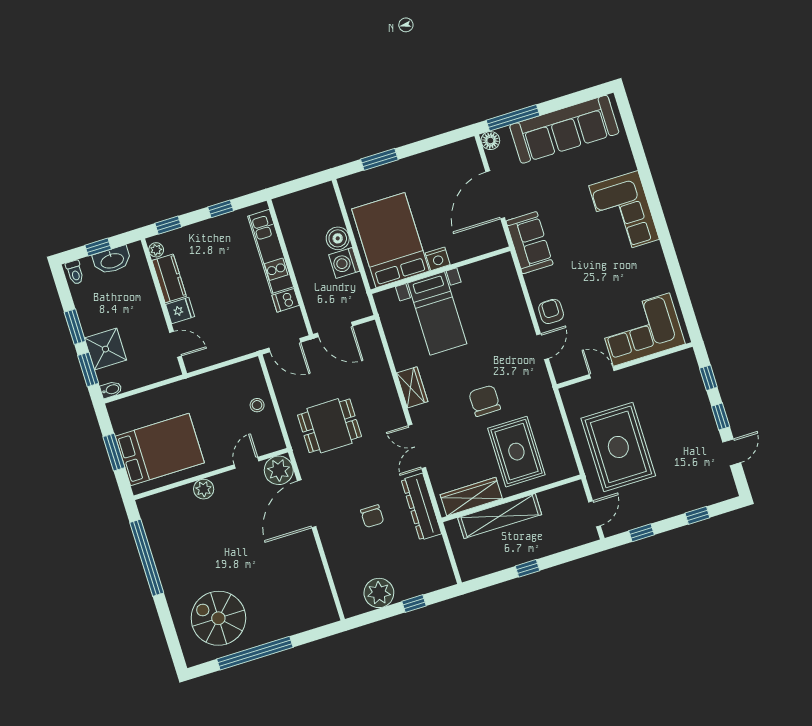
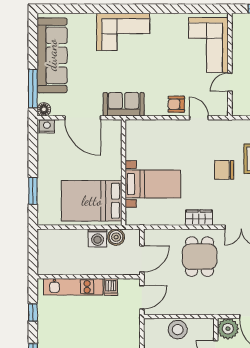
boiler: (338, 238) -> (116, 237), moved
nightstand: (438, 259) -> (47, 126), moved, turned -90
stool: (257, 405) -> (178, 330), width x1.89, depth x1.89
dining table: (329, 426) -> (200, 257), moved

